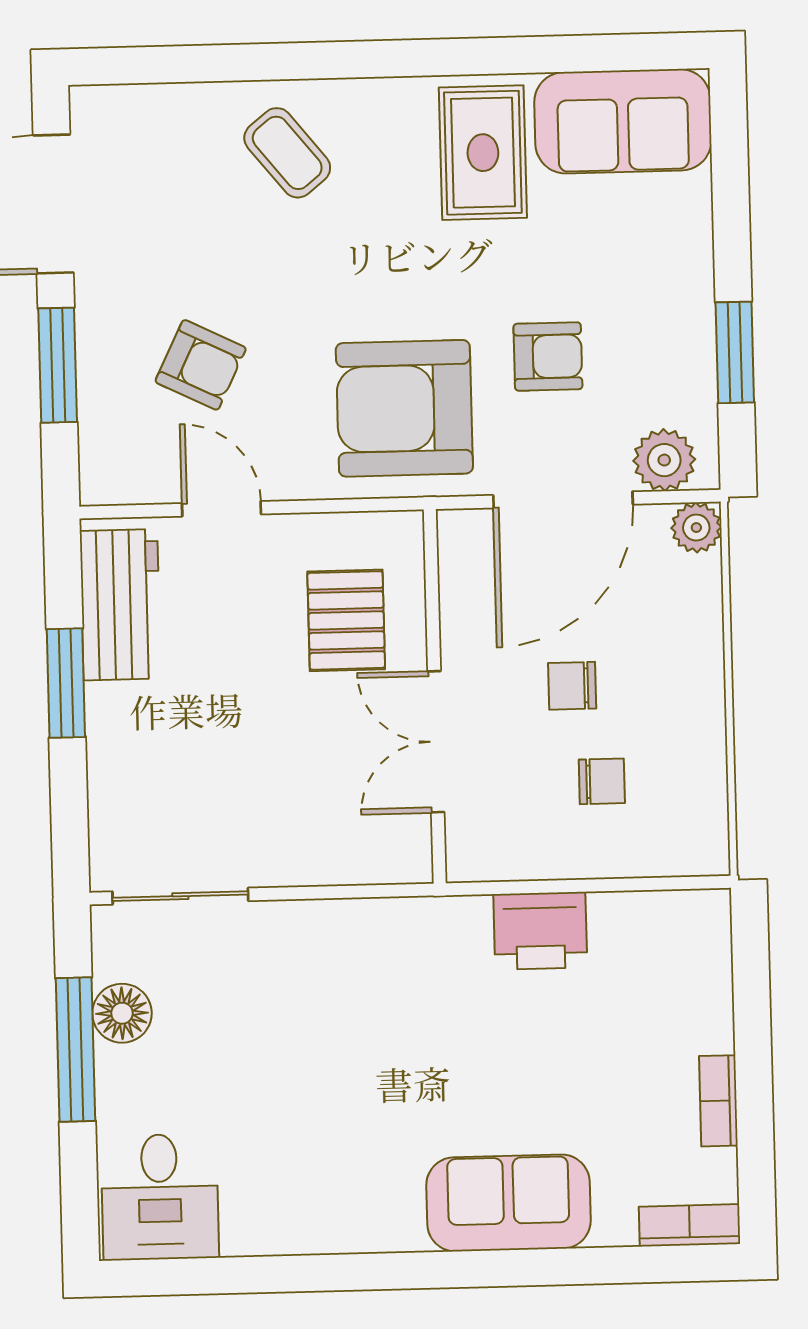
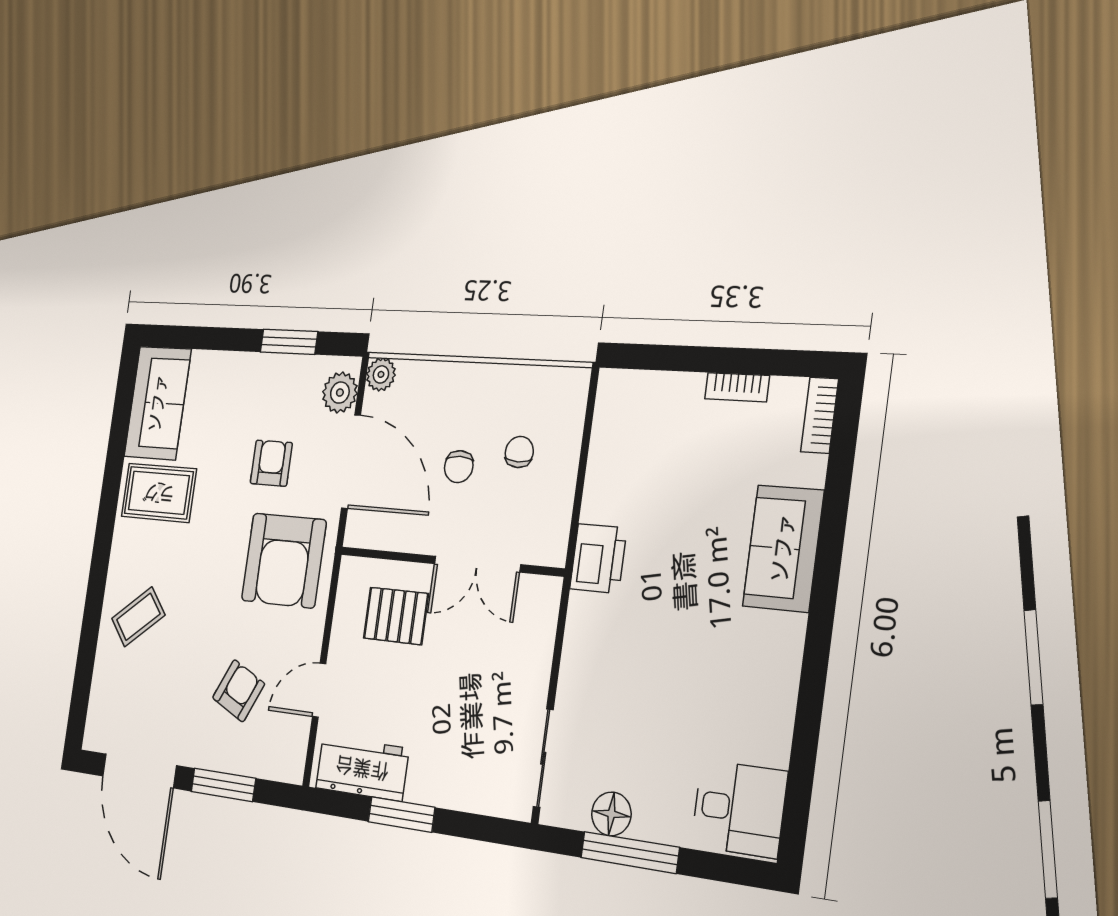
printer: (540, 931) -> (598, 558), moved

